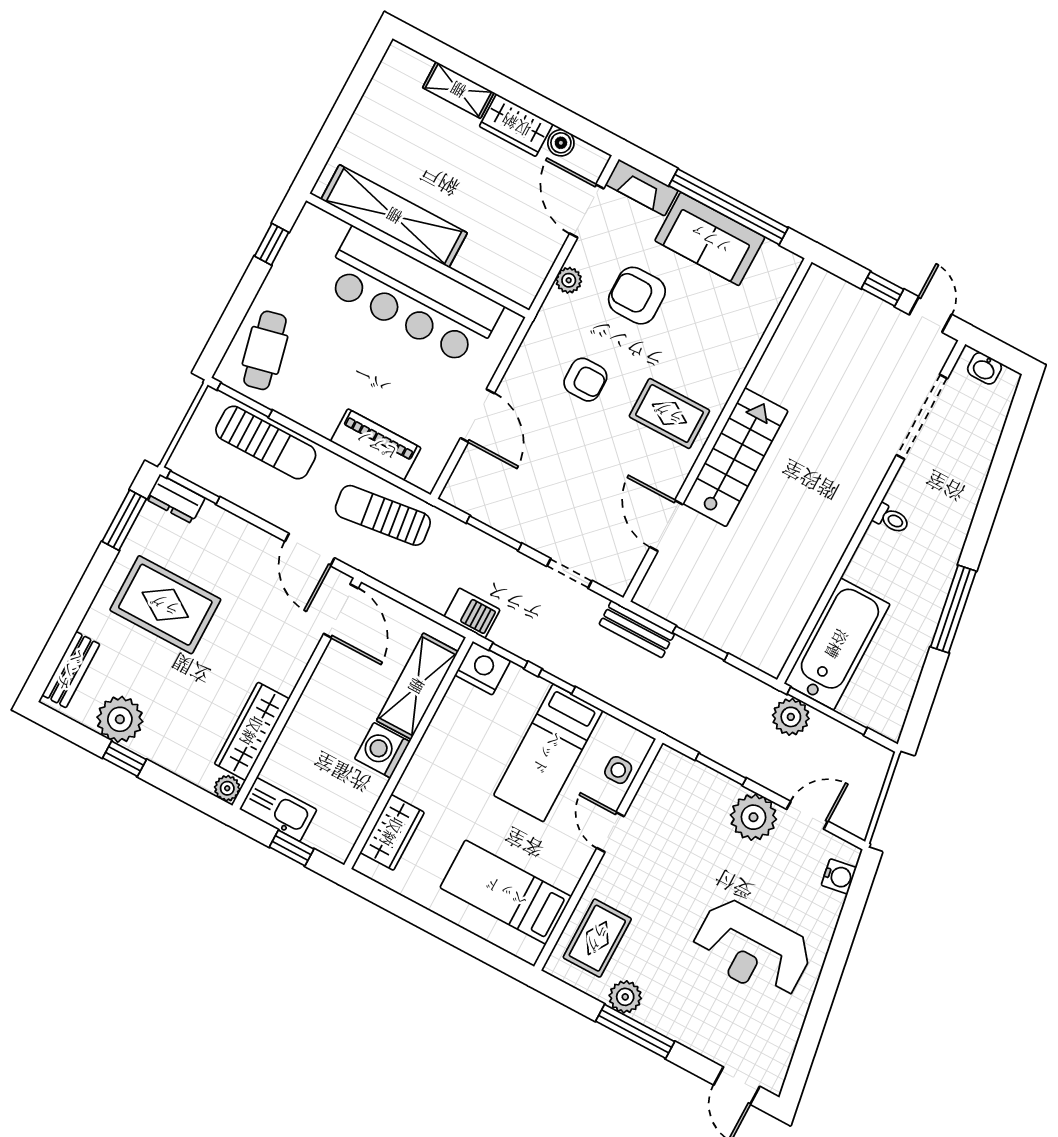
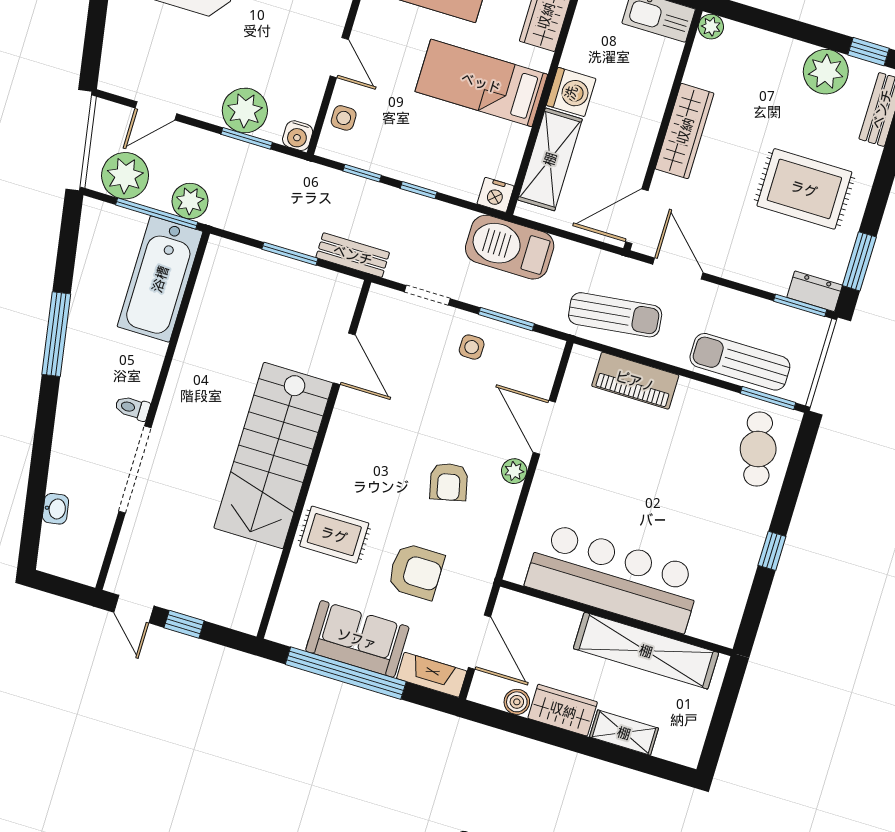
shelving: (394, 216) -> (646, 651), moved
wall: (418, 255) -> (616, 618), moved
plant: (569, 280) -> (514, 471), moved
bar counter: (412, 297) -> (614, 578), moved
washbasin: (985, 368) -> (56, 509), moved, turned 80
armchair: (585, 380) -> (449, 482), turned -103
rug: (669, 413) -> (334, 535), moved
doorway: (922, 417) -> (135, 470), moved
stairs: (735, 457) -> (273, 455), width x1.36, depth x1.51
side table: (535, 512) -> (472, 347), added
door: (341, 611) -> (637, 216), hinge flipped
barbecue: (472, 613) -> (510, 247), width x1.88, depth x1.53
window: (508, 656) -> (362, 173), moved
nightstand: (483, 668) -> (496, 195), width x0.74, depth x0.75
wardrobe: (252, 731) -> (685, 131), moved
bed: (548, 753) -> (481, 83), moved, turned -90
plant: (852, 756) -> (125, 176), added
window: (124, 759) -> (869, 52), moved
plant: (753, 817) -> (245, 110), moved
water cooler: (839, 876) -> (298, 136), moved, turned -80

